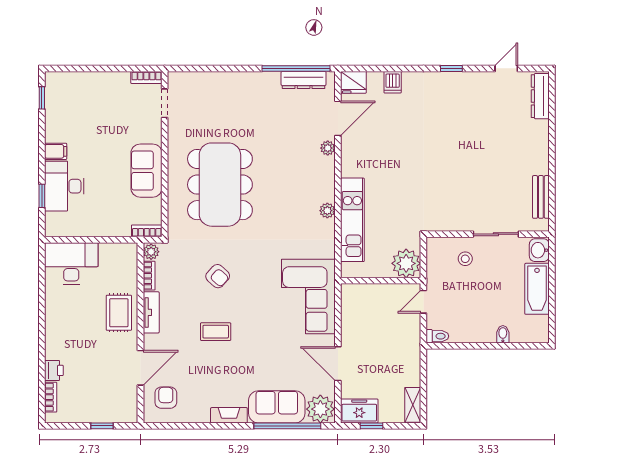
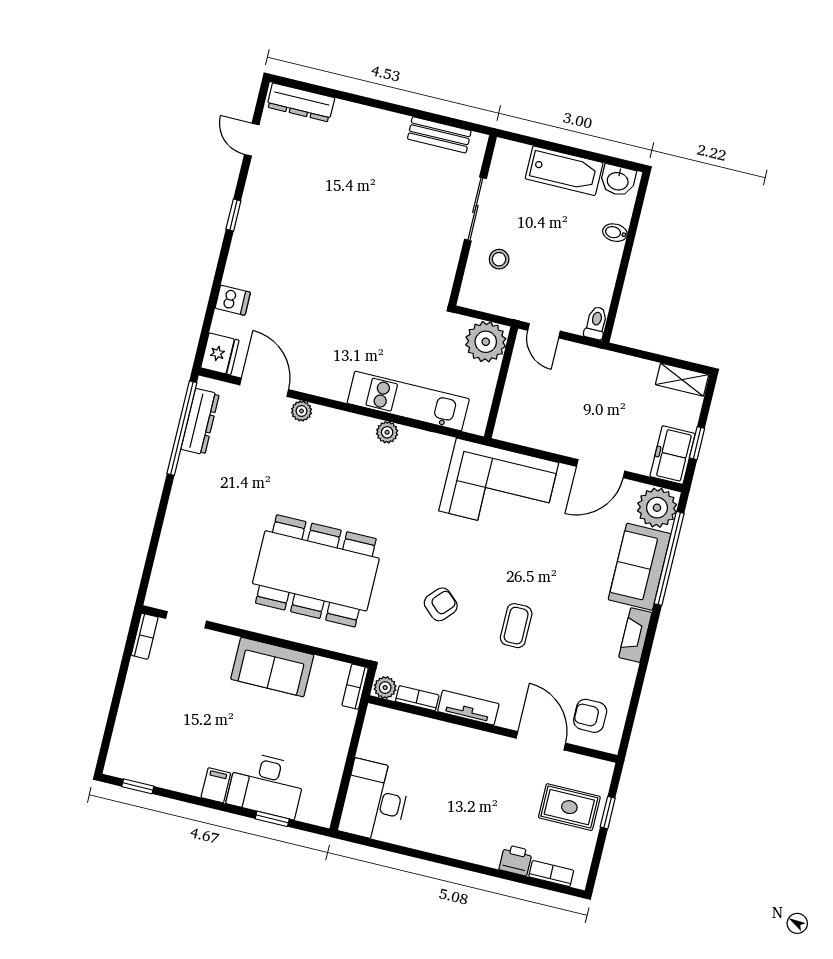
washbasin: (539, 250) -> (618, 180), moved
rug: (119, 313) -> (569, 807), moved

